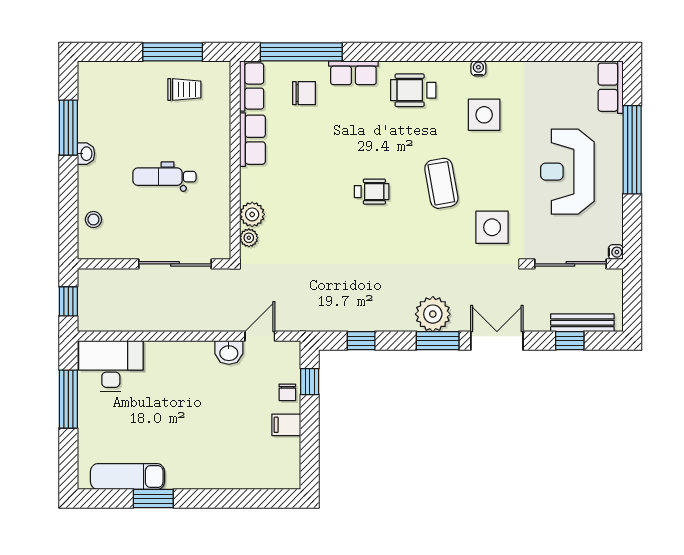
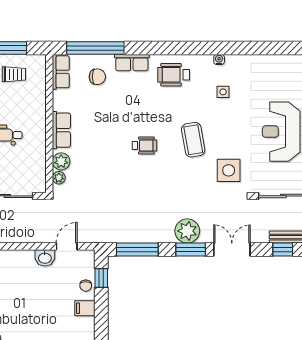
side table: (484, 115) -> (223, 92), width x0.54, depth x0.54
row of seats: (252, 140) -> (61, 130), moved
window: (361, 341) -> (137, 250), width x2.17

